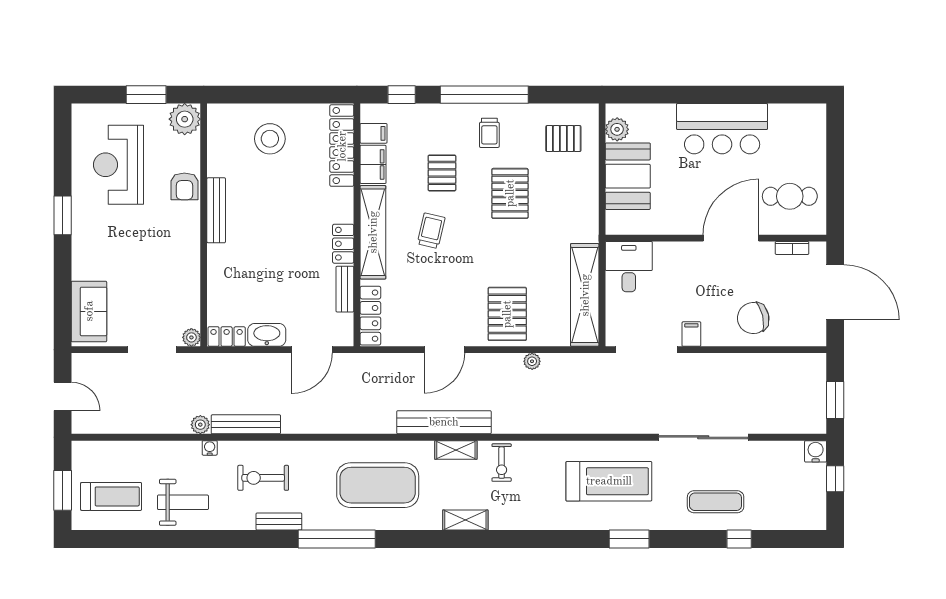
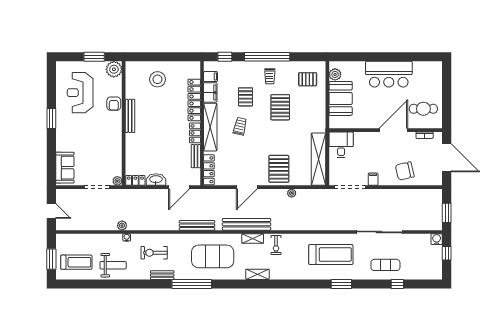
locker: (342, 146) -> (194, 100), moved
bench: (246, 424) -> (197, 225), moved

